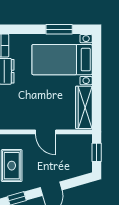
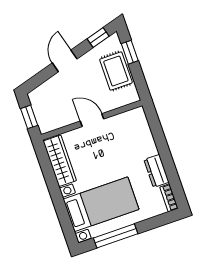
window: (59, 29) -> (116, 236), width x1.44

